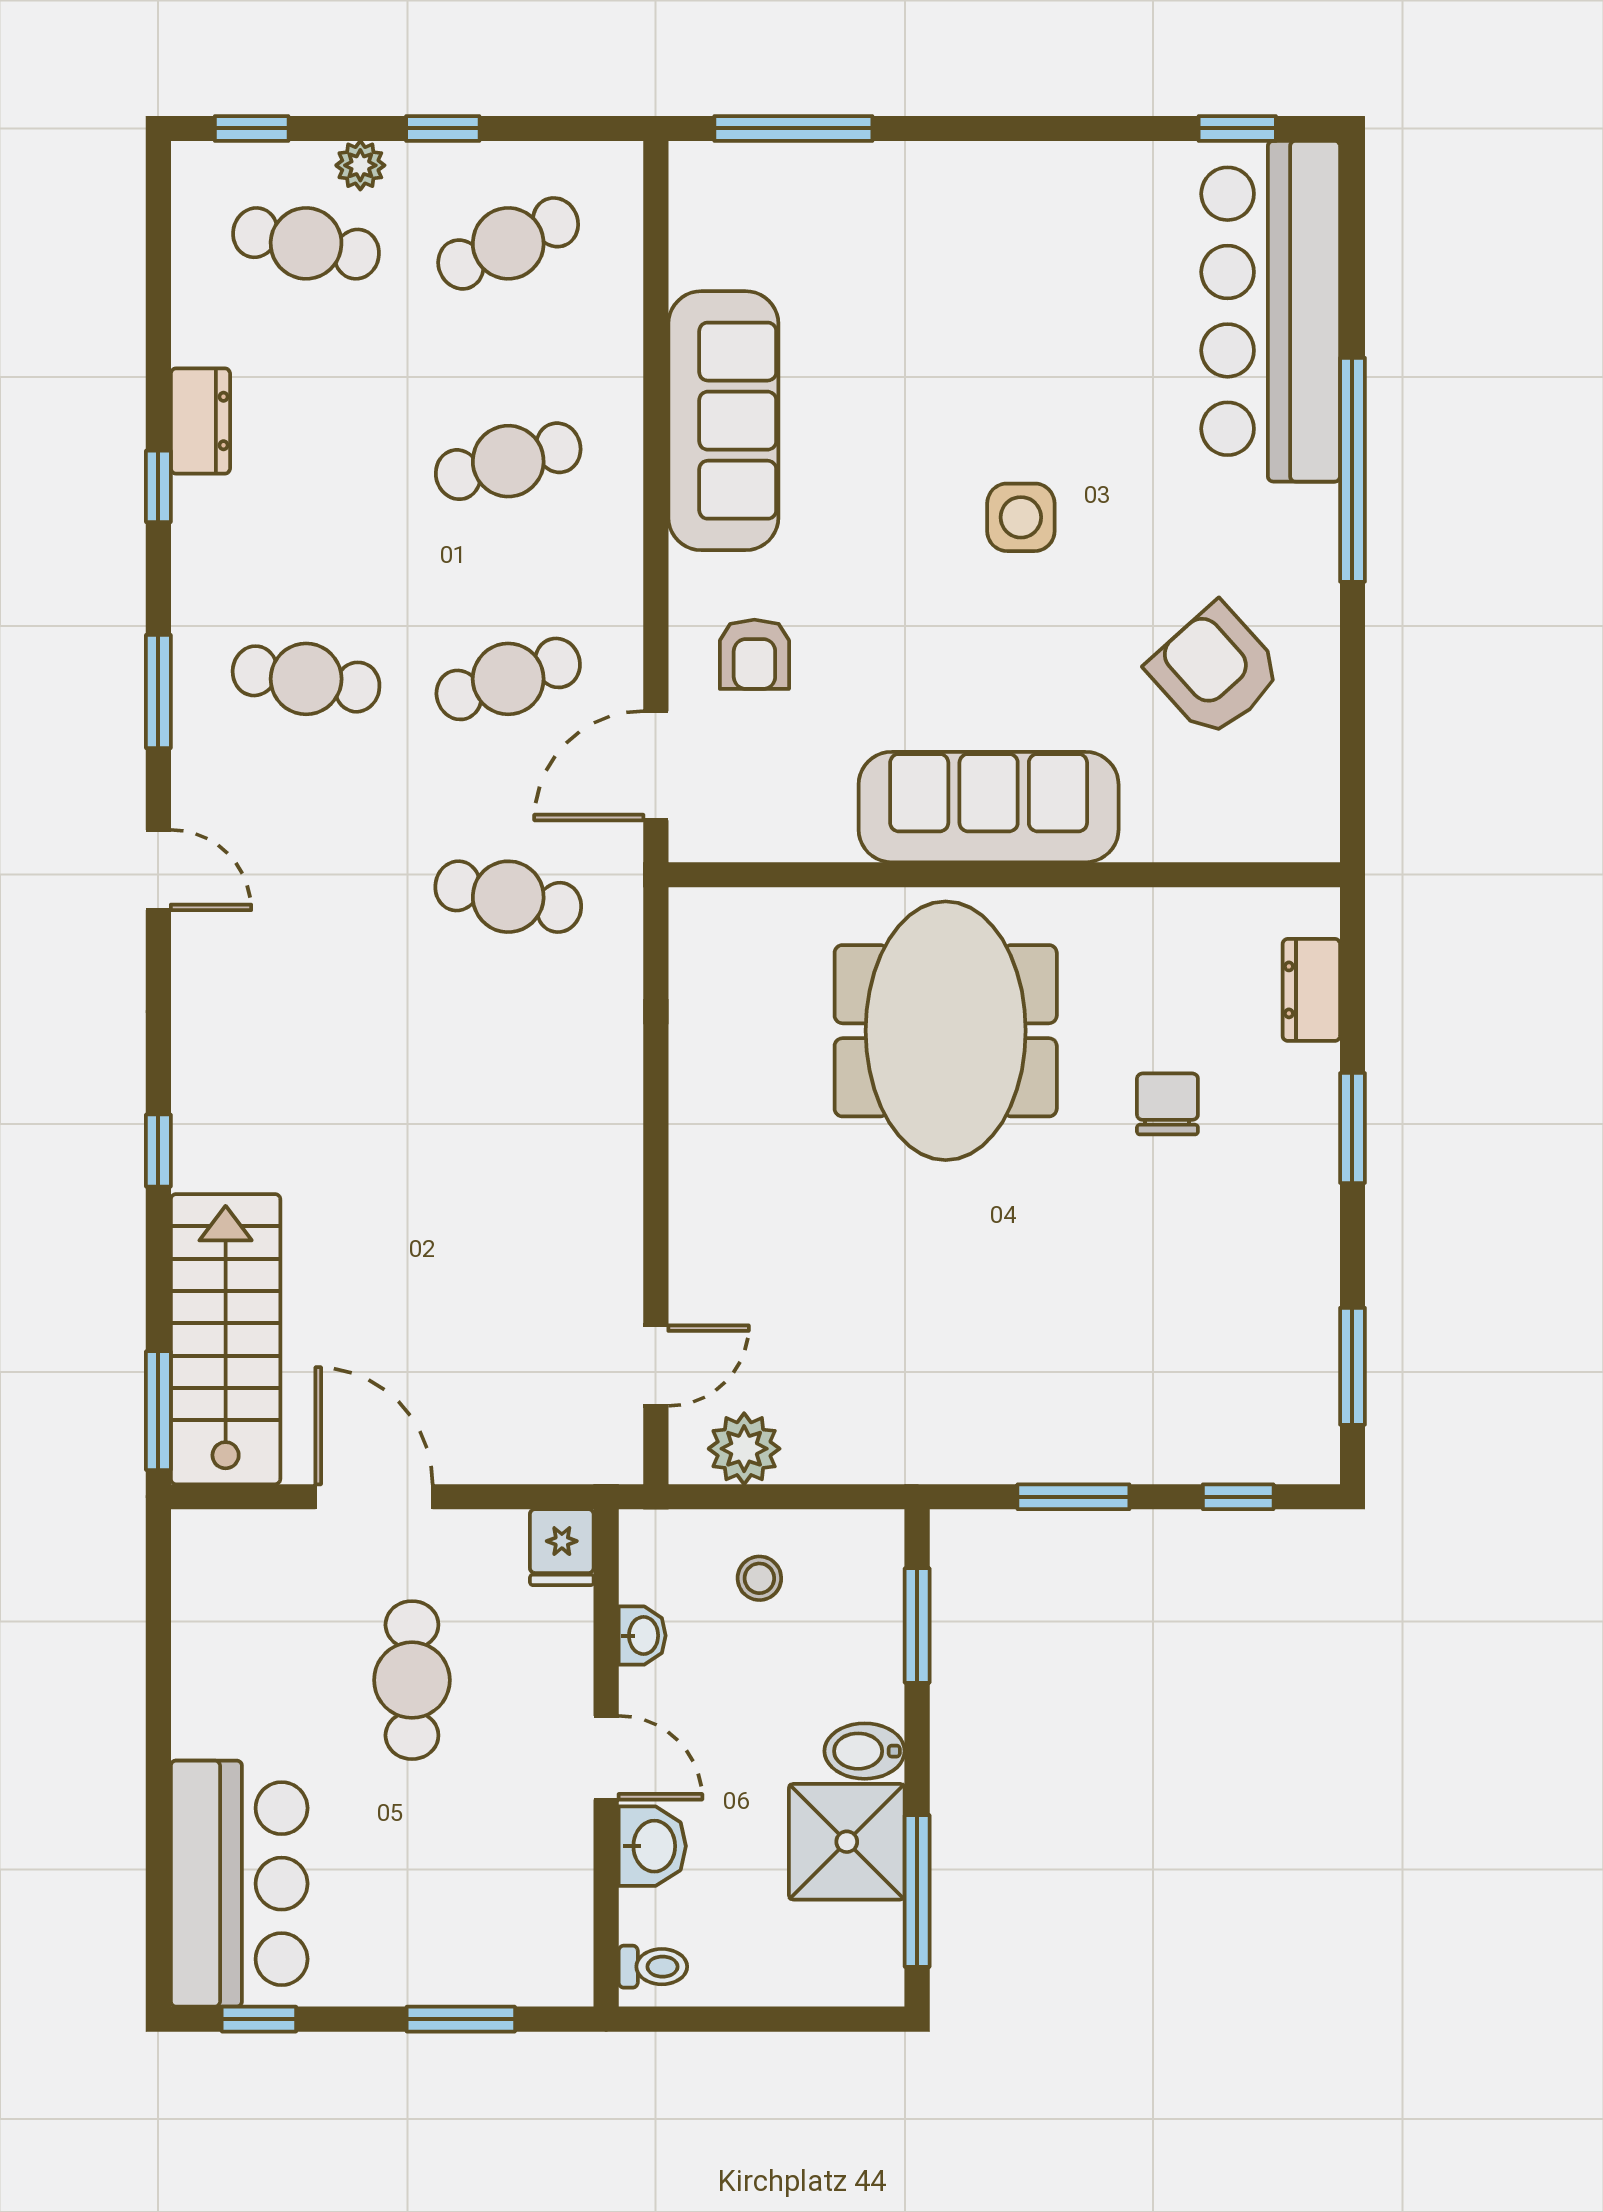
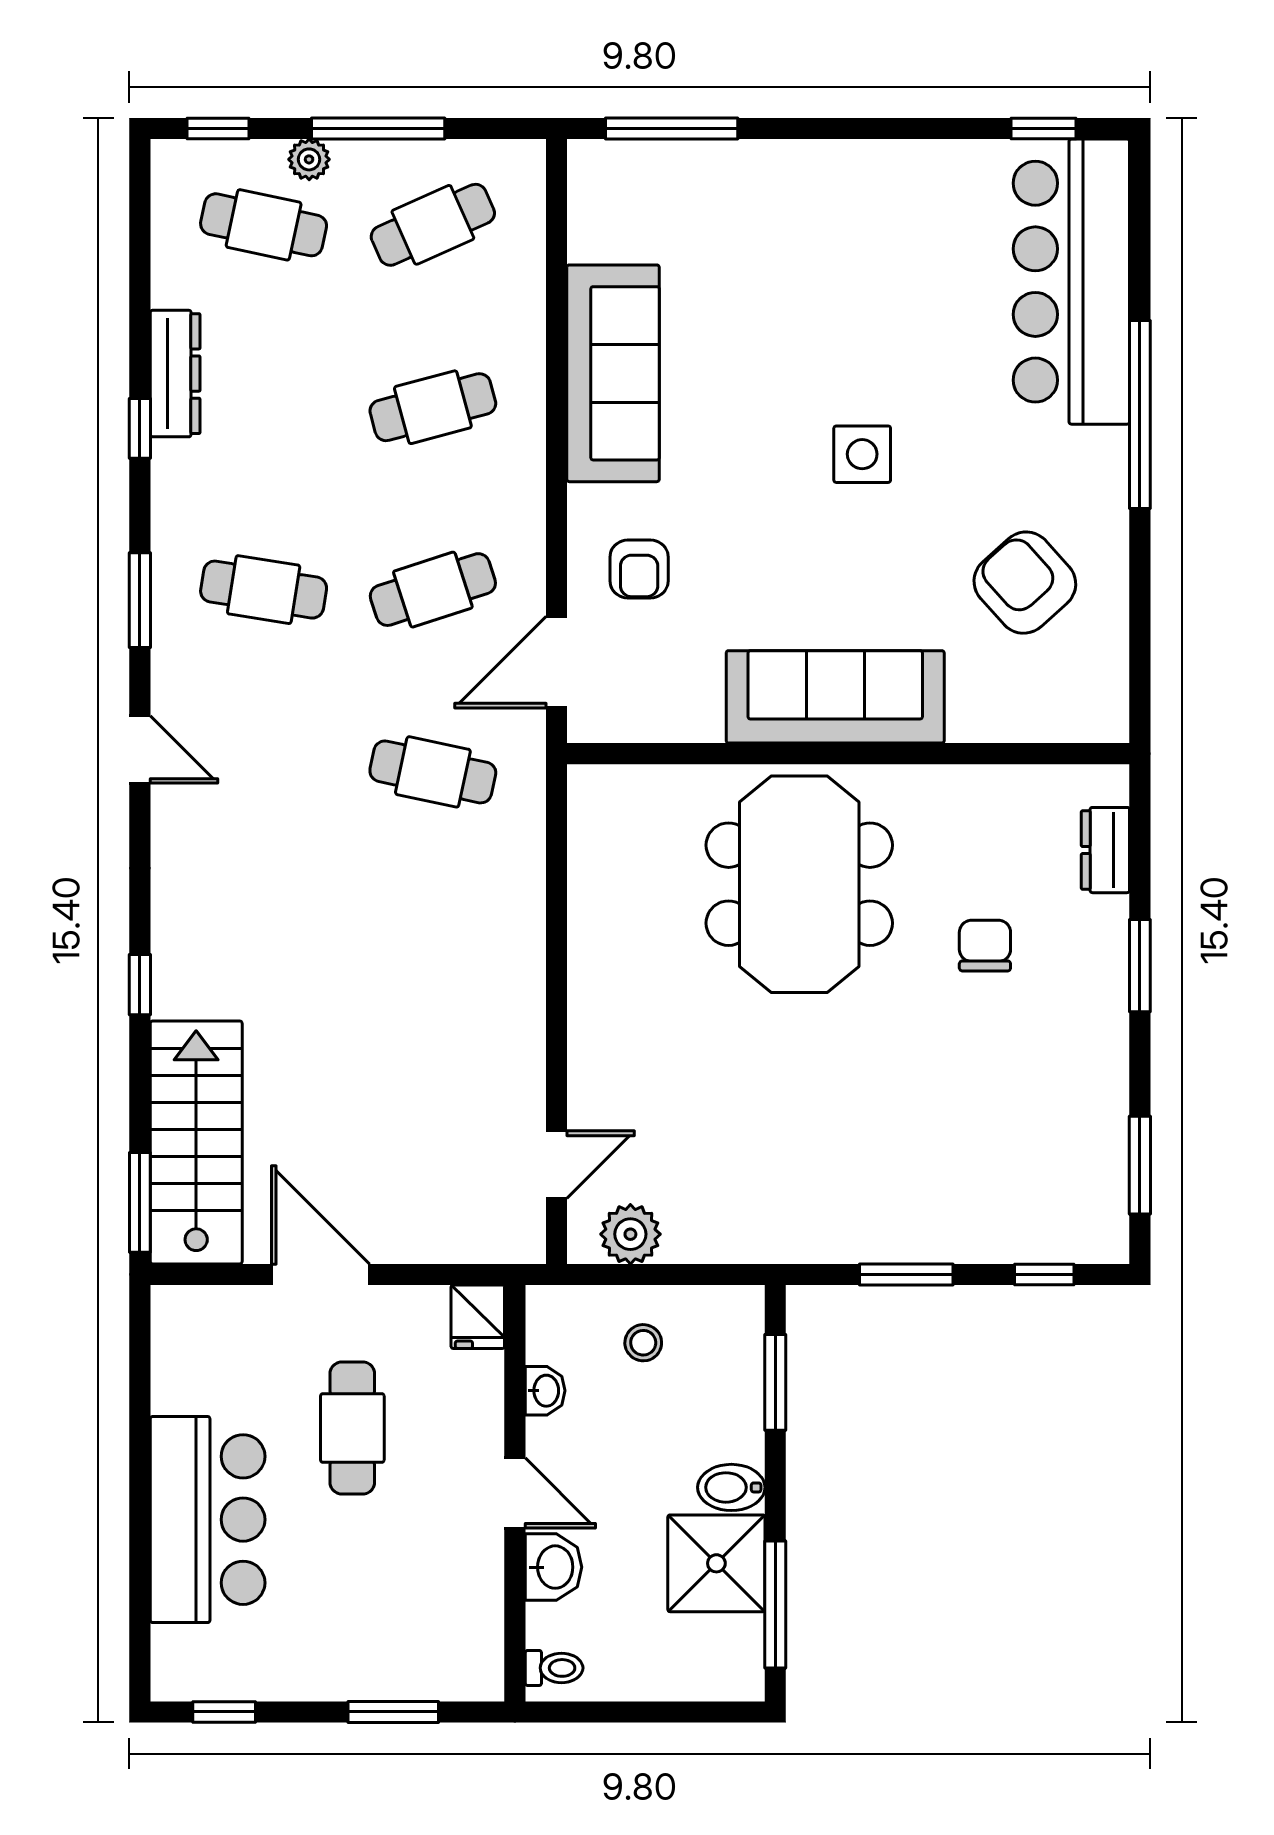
window: (443, 128) -> (378, 129), width x2.17
dresser: (200, 421) -> (175, 374), width x1.44
bar counter: (239, 1884) -> (208, 1520), moved

